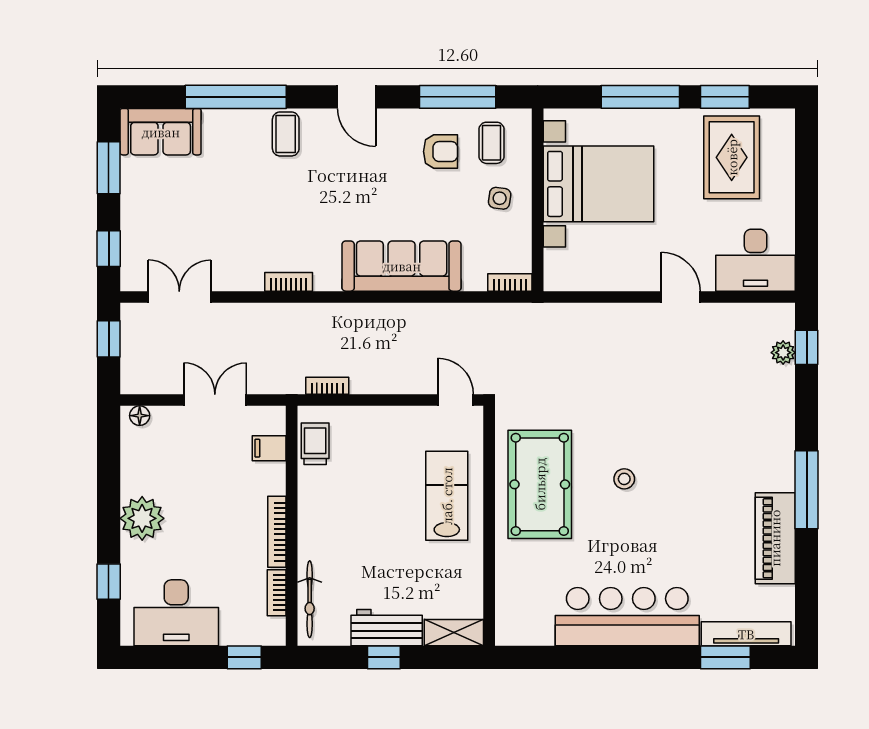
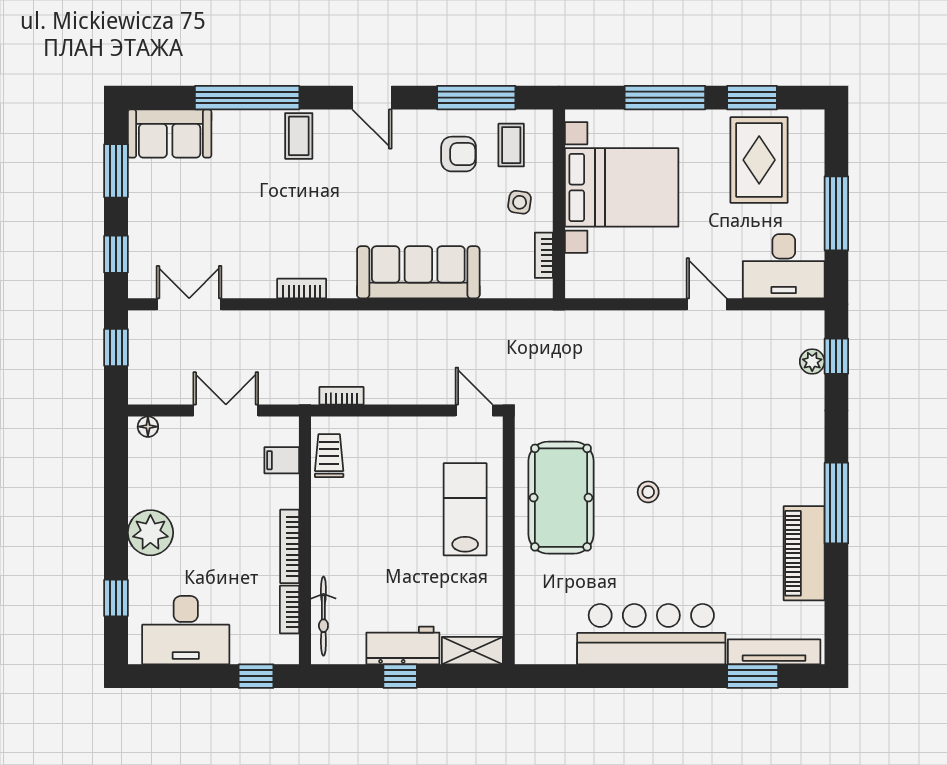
window: (807, 209) -> (836, 213), added
bookcase: (510, 282) -> (544, 255), moved, turned -90

